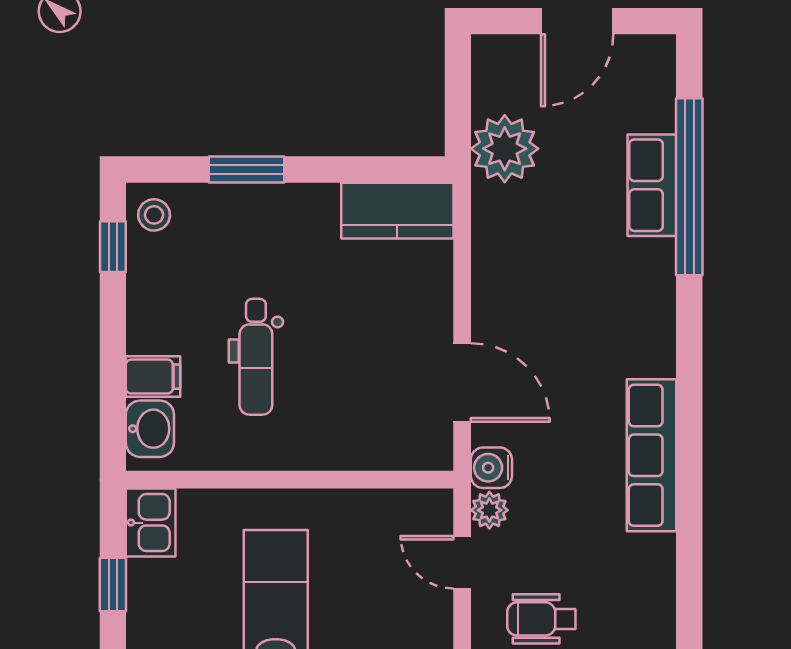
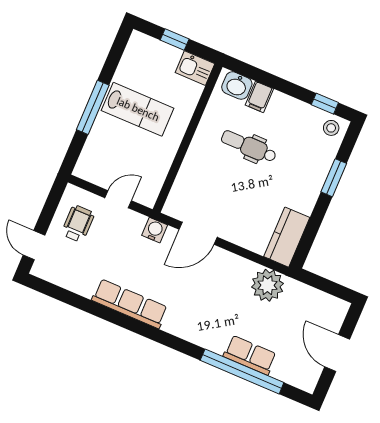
plant: (505, 149) -> (268, 285), moved
plant: (489, 510) -> (136, 221), removed

